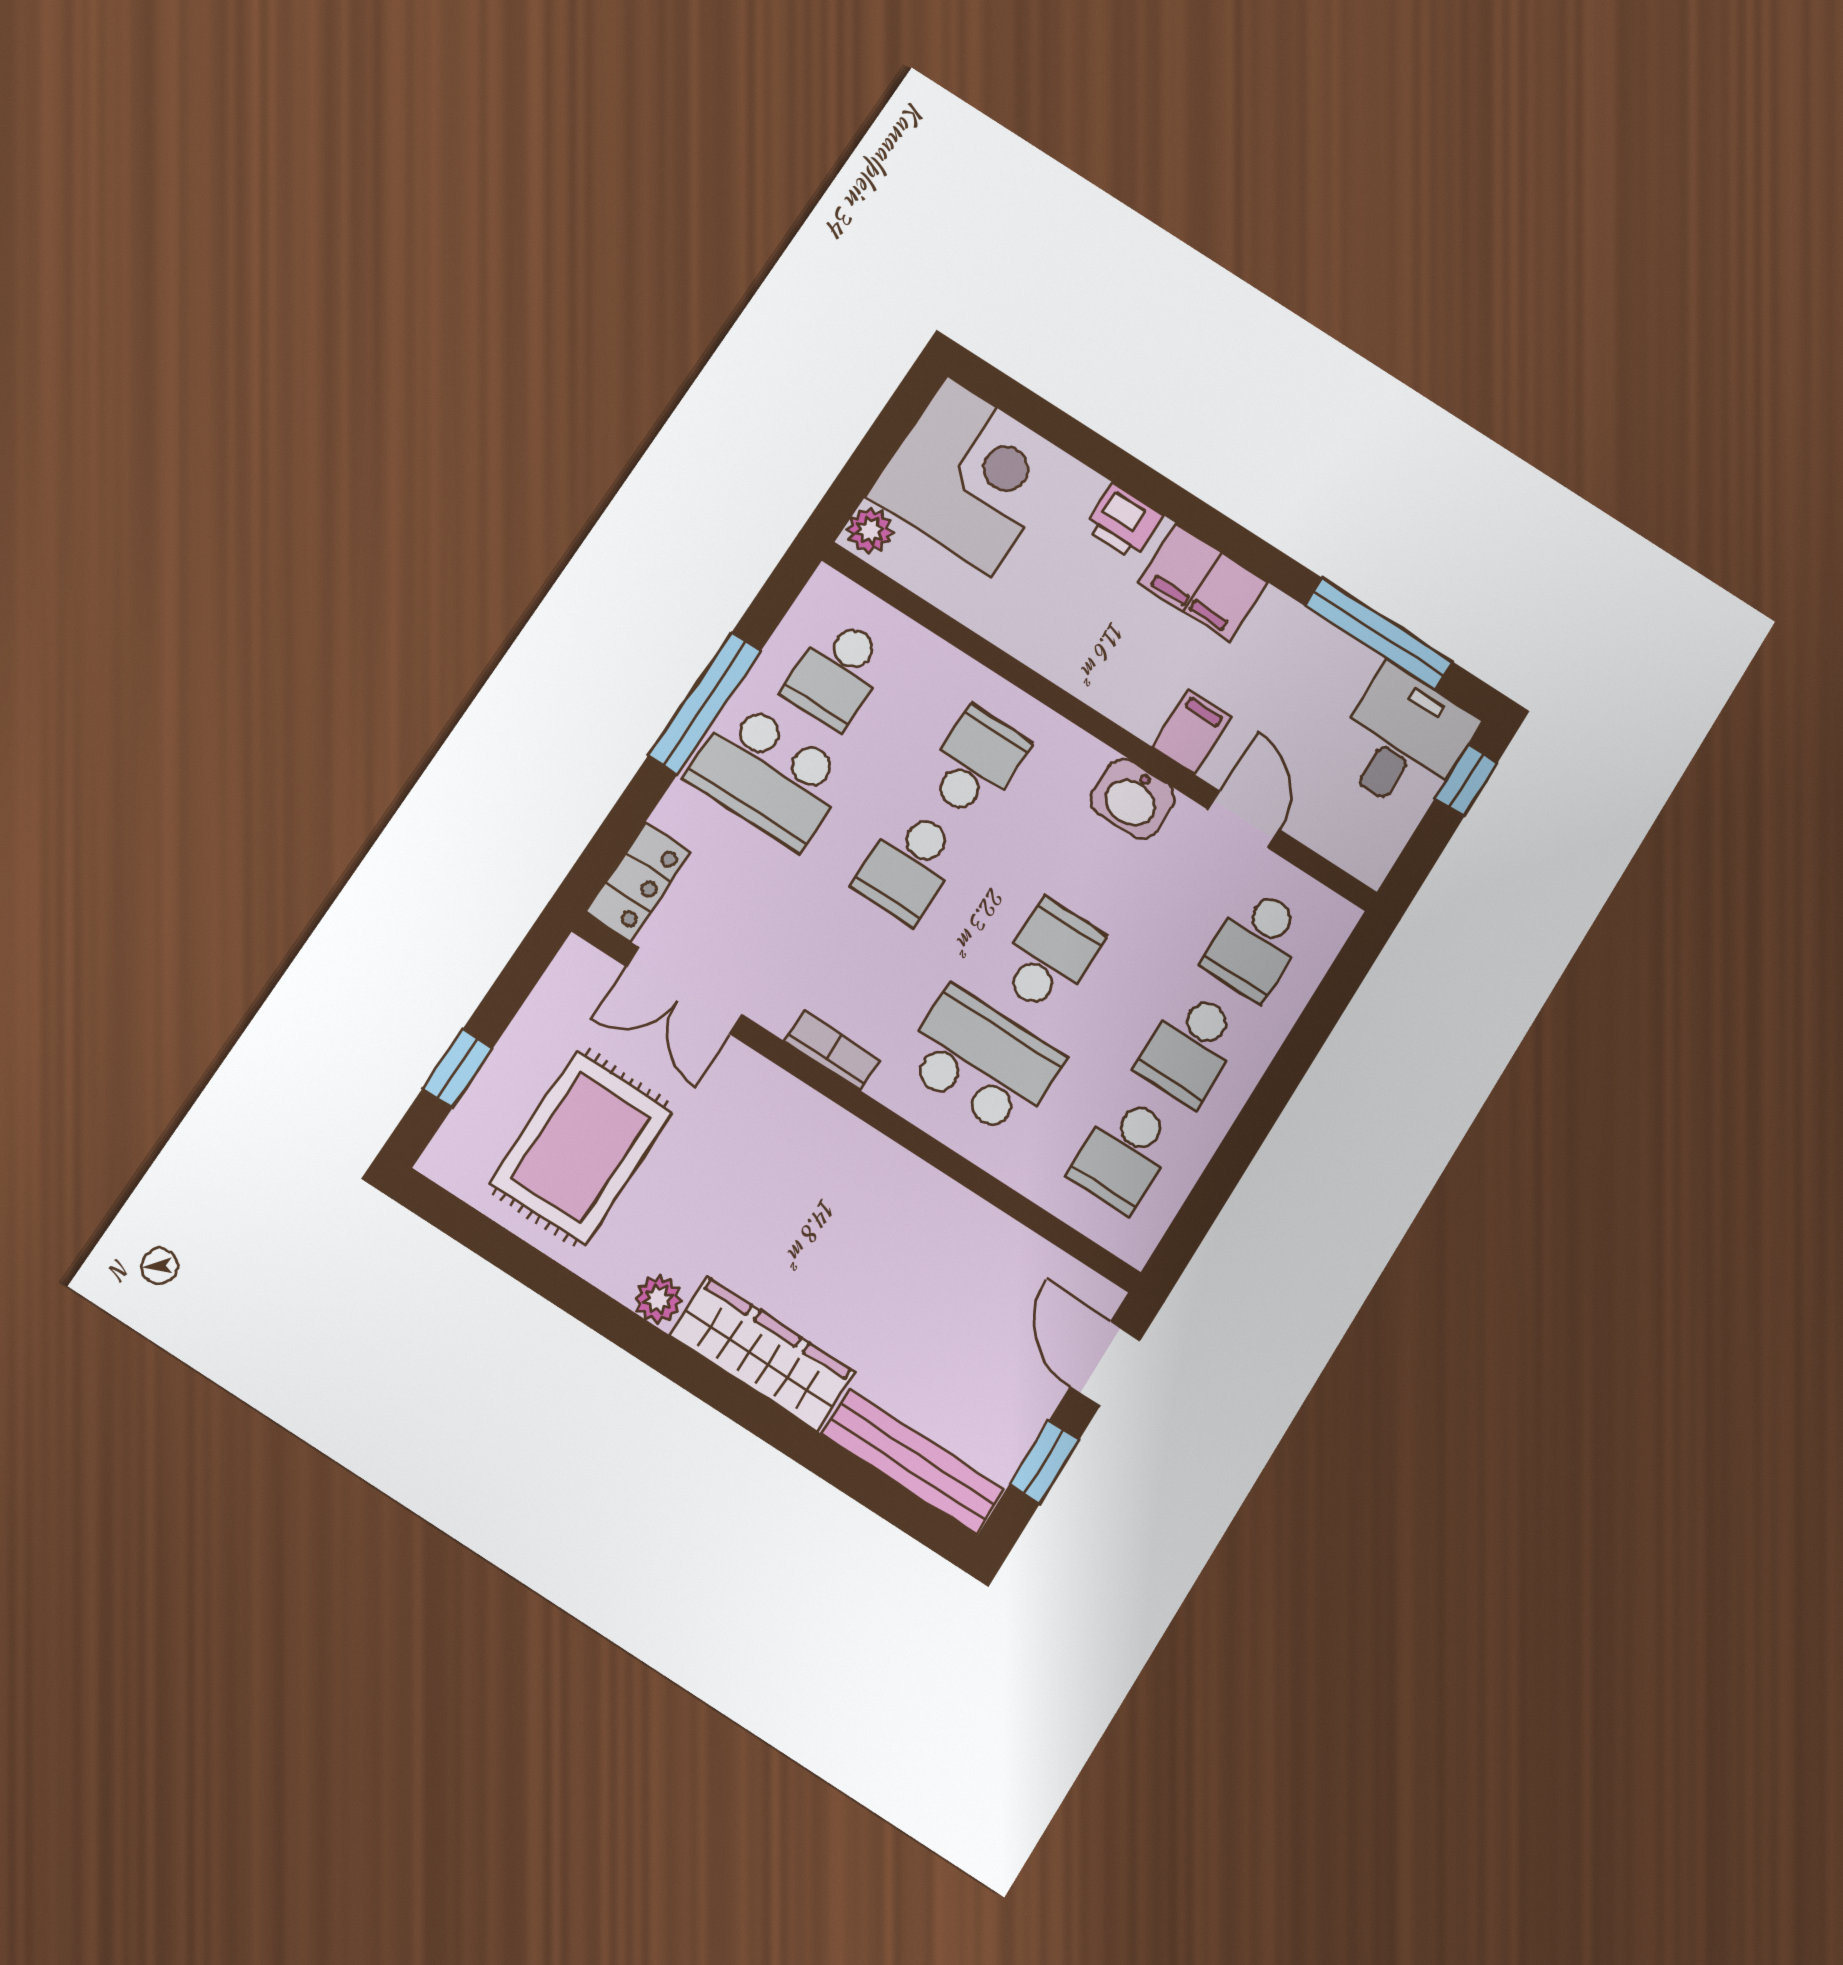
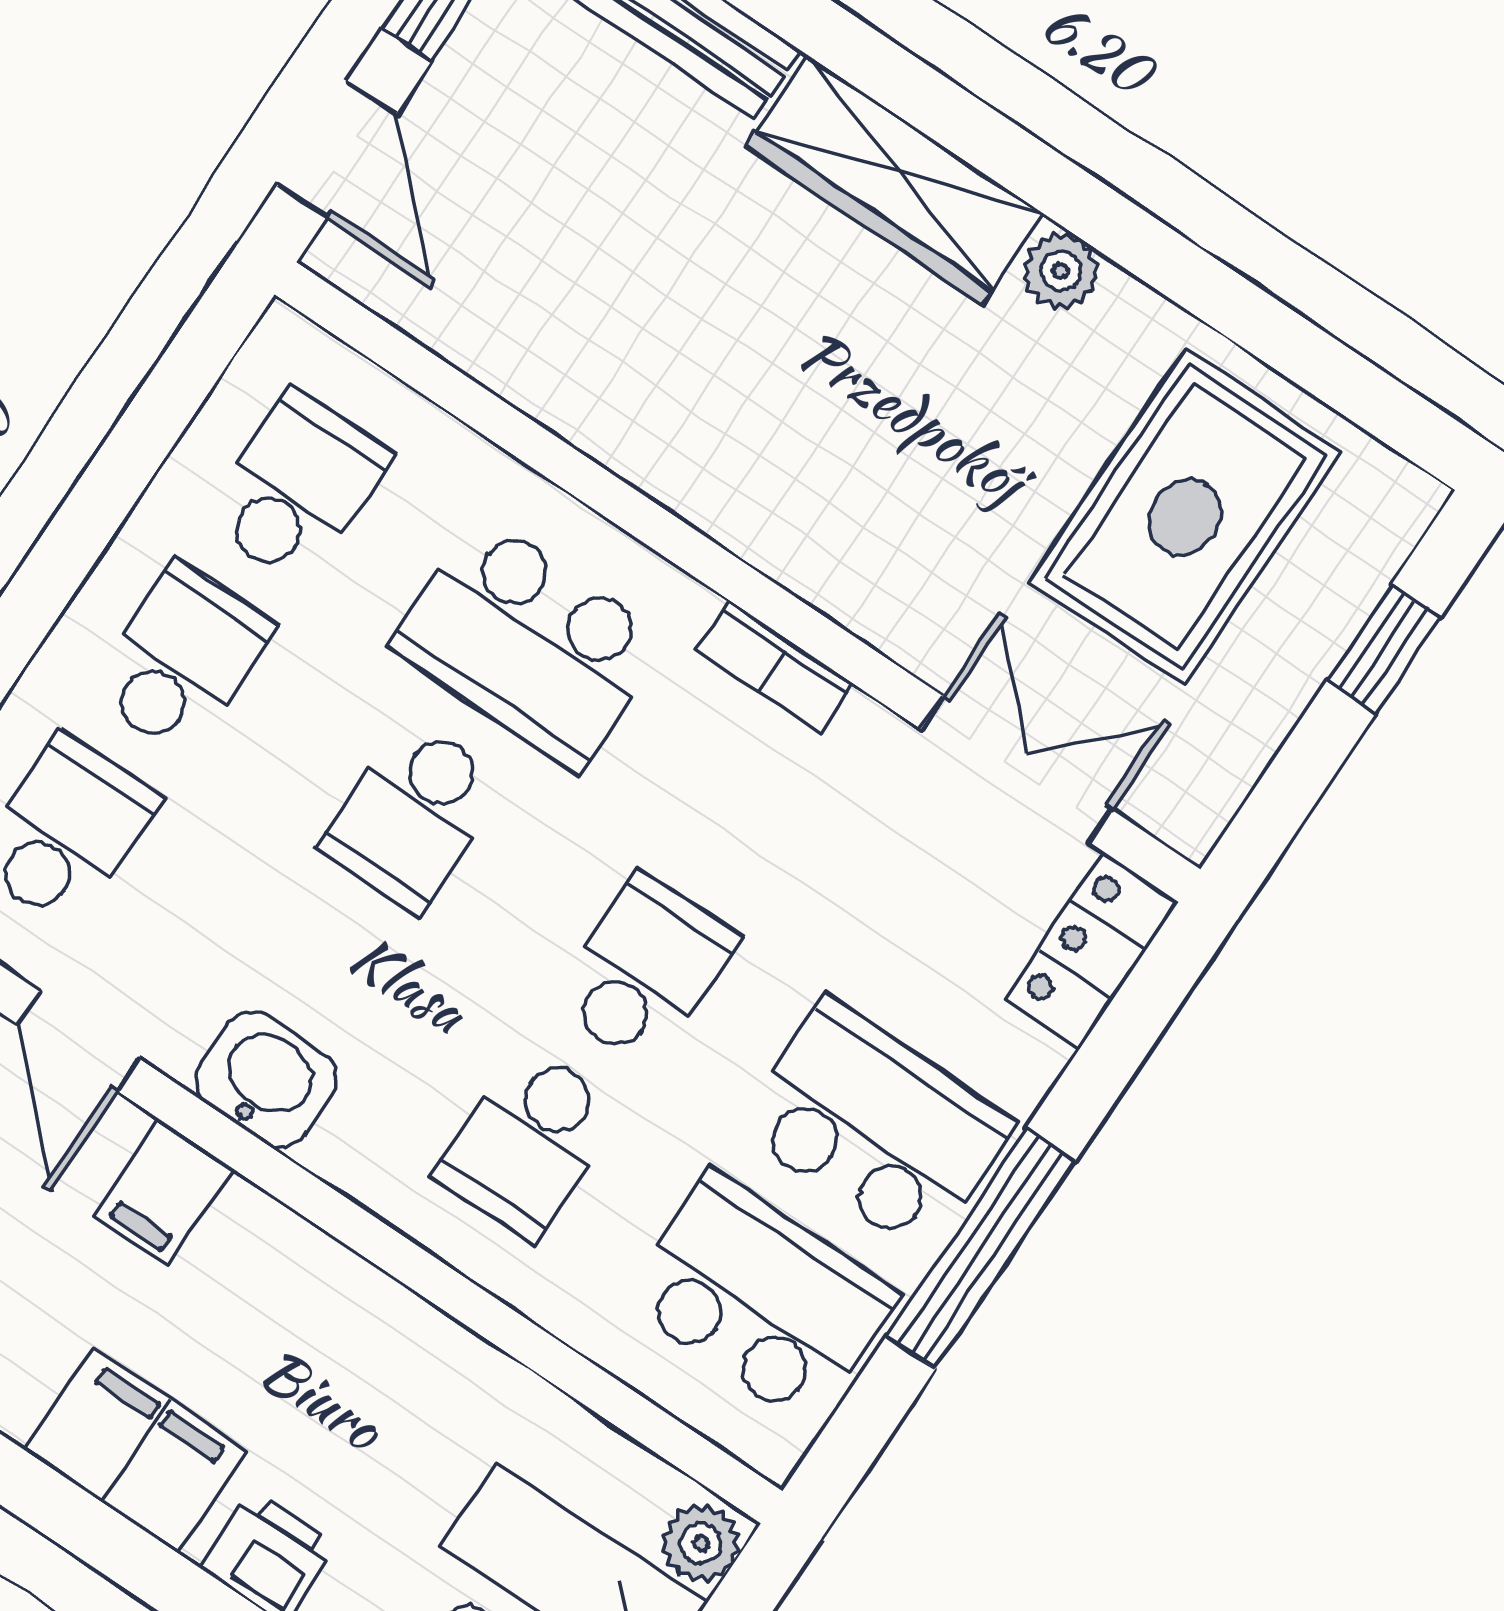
school desk: (836, 673) -> (760, 1298), width x1.85

